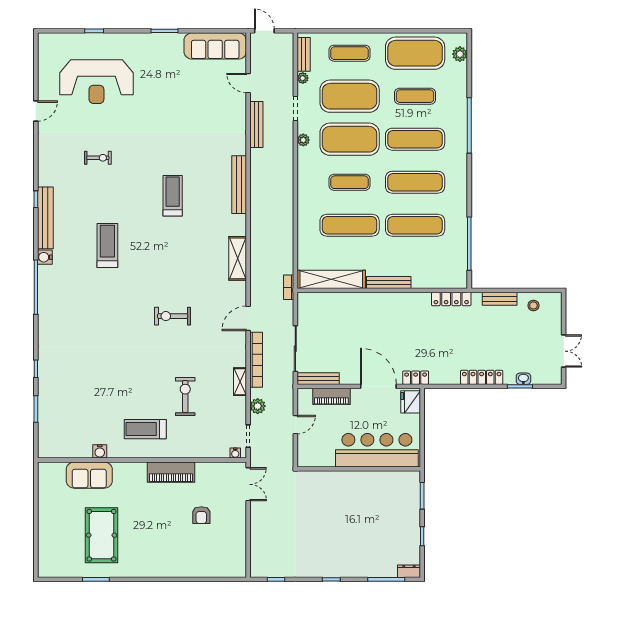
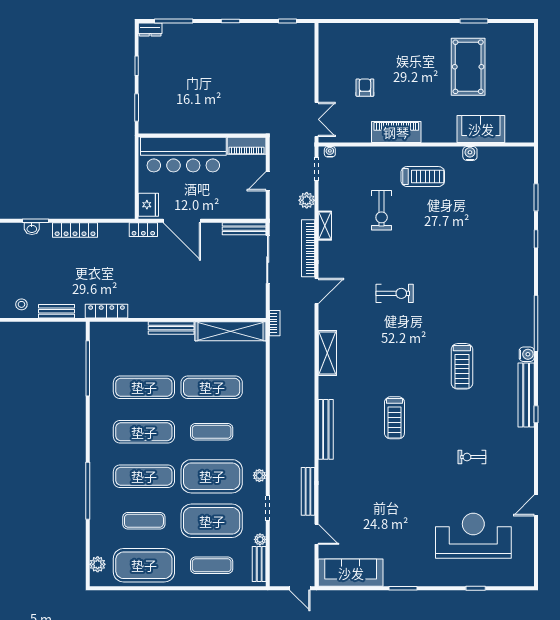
piano: (331, 396) -> (247, 146), moved, turned 180
double door: (248, 484) -> (317, 119), swing flipped

